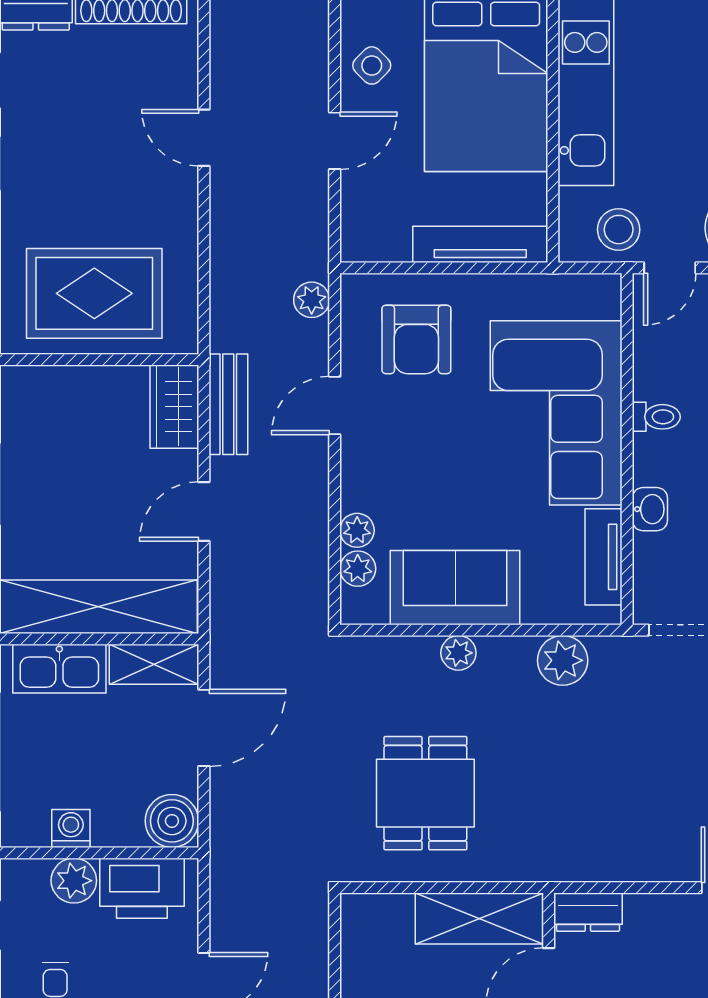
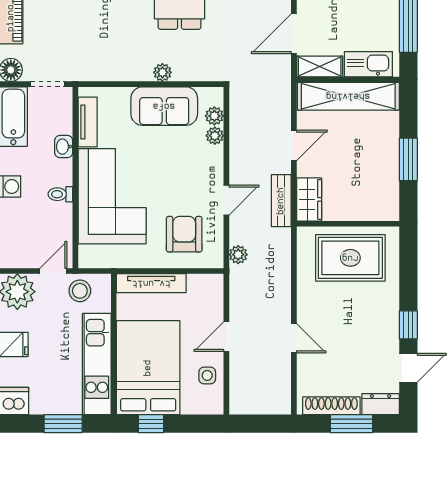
side table: (372, 65) -> (207, 375), turned 45
plant: (563, 660) -> (109, 69), removed

